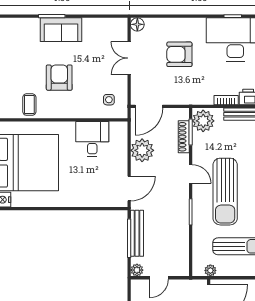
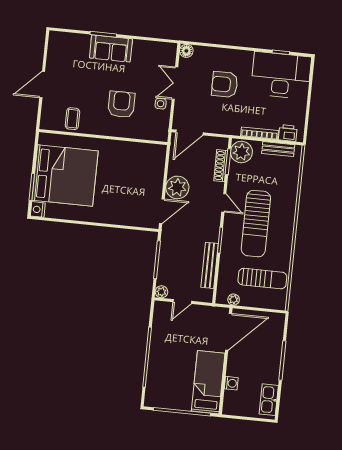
armchair: (59, 78) -> (121, 104), moved
side table: (109, 100) -> (161, 104), moved
bookcase: (226, 100) -> (259, 133), width x1.56
desk: (92, 139) -> (131, 159), removed
plant: (142, 150) -> (177, 187), moved
bench: (137, 233) -> (210, 265), moved

